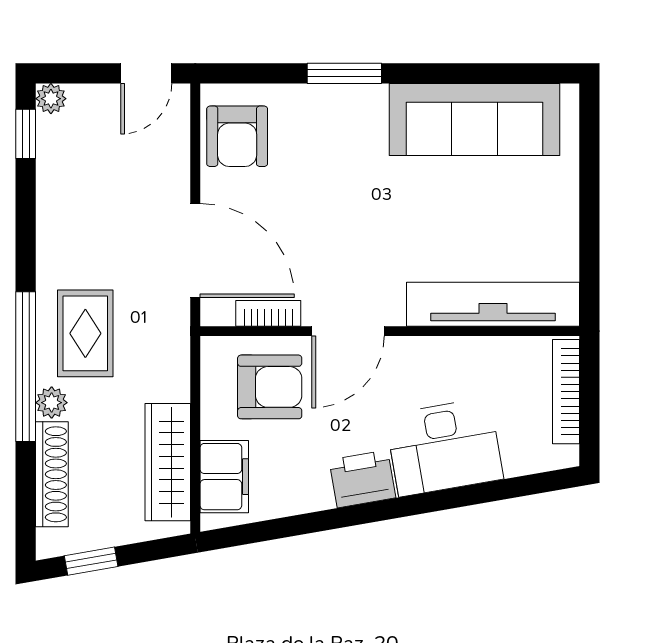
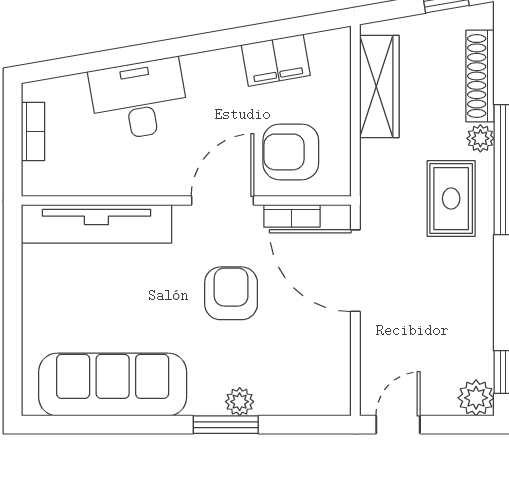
plant: (51, 99) -> (476, 398), width x1.38, depth x1.38
plant: (328, 100) -> (240, 402), added
armchair: (237, 136) -> (231, 293), moved
bookcase: (566, 392) -> (33, 131), width x0.64
filing cabinet: (224, 477) -> (276, 60), moved, turned -100
printer: (362, 479) -> (210, 72), removed

